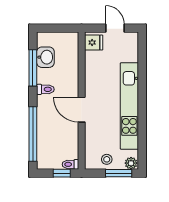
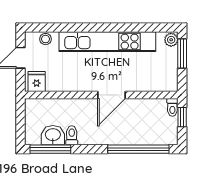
window: (33, 68) -> (50, 149), moved
toilet: (45, 89) -> (72, 135), moved
stool: (107, 159) -> (45, 39), moved

